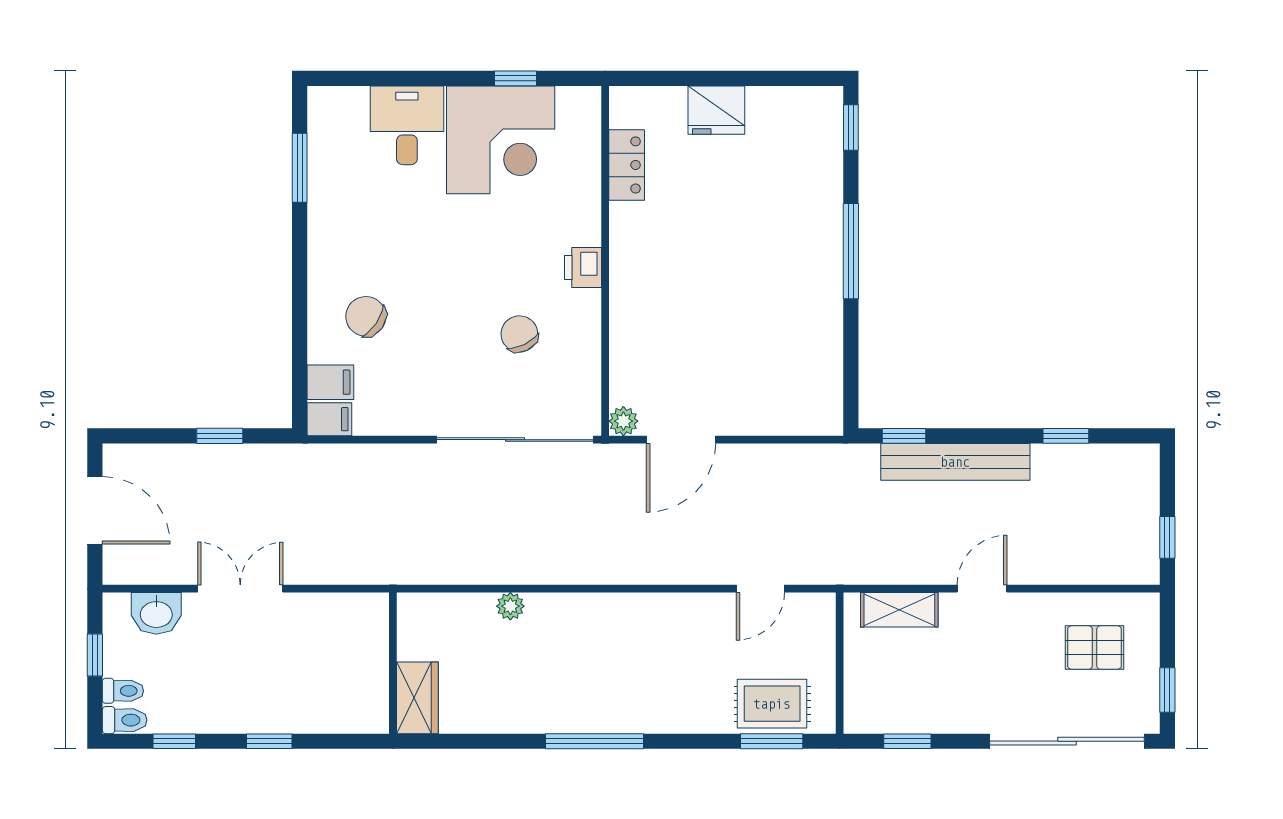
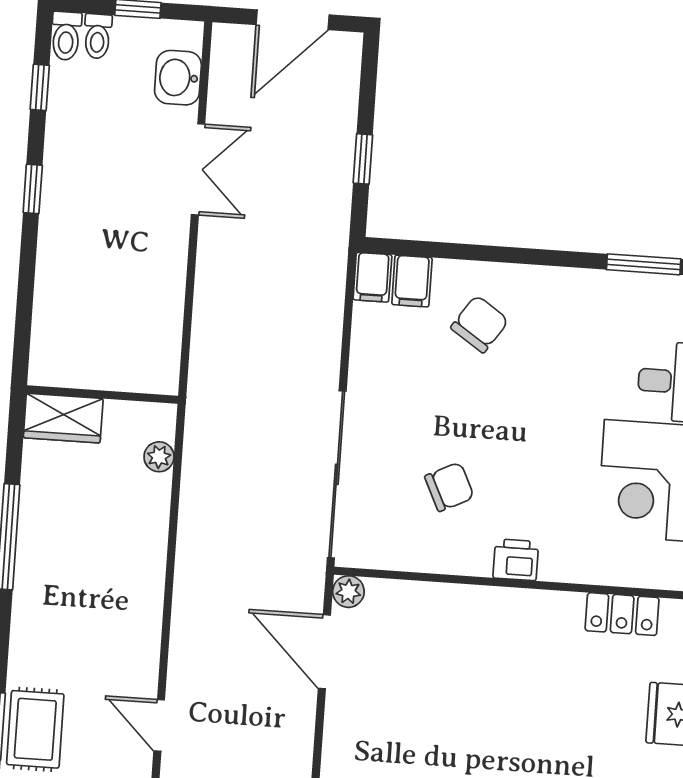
wall: (393, 663) -> (102, 395), moved
wardrobe: (417, 698) -> (63, 418), moved

